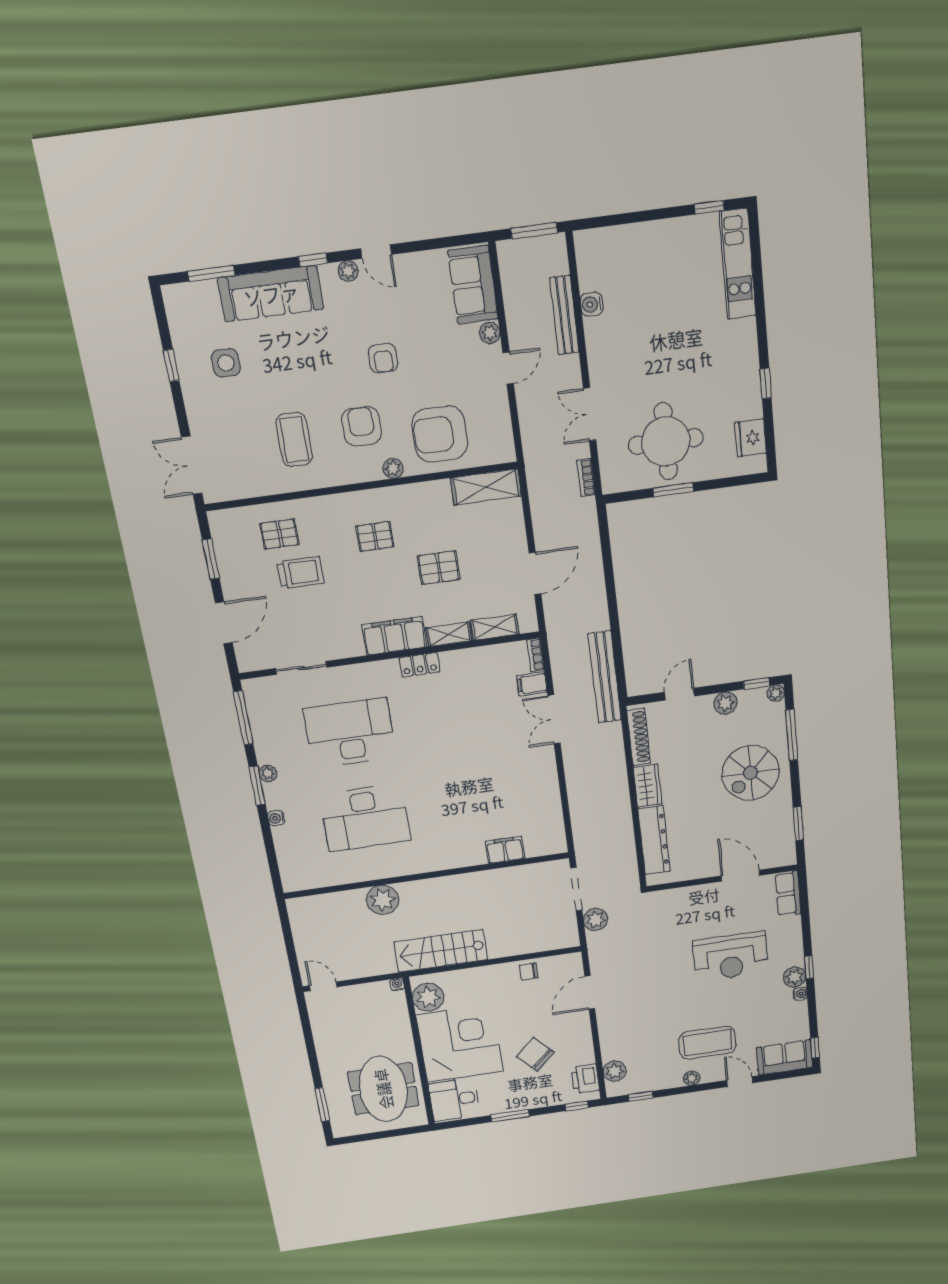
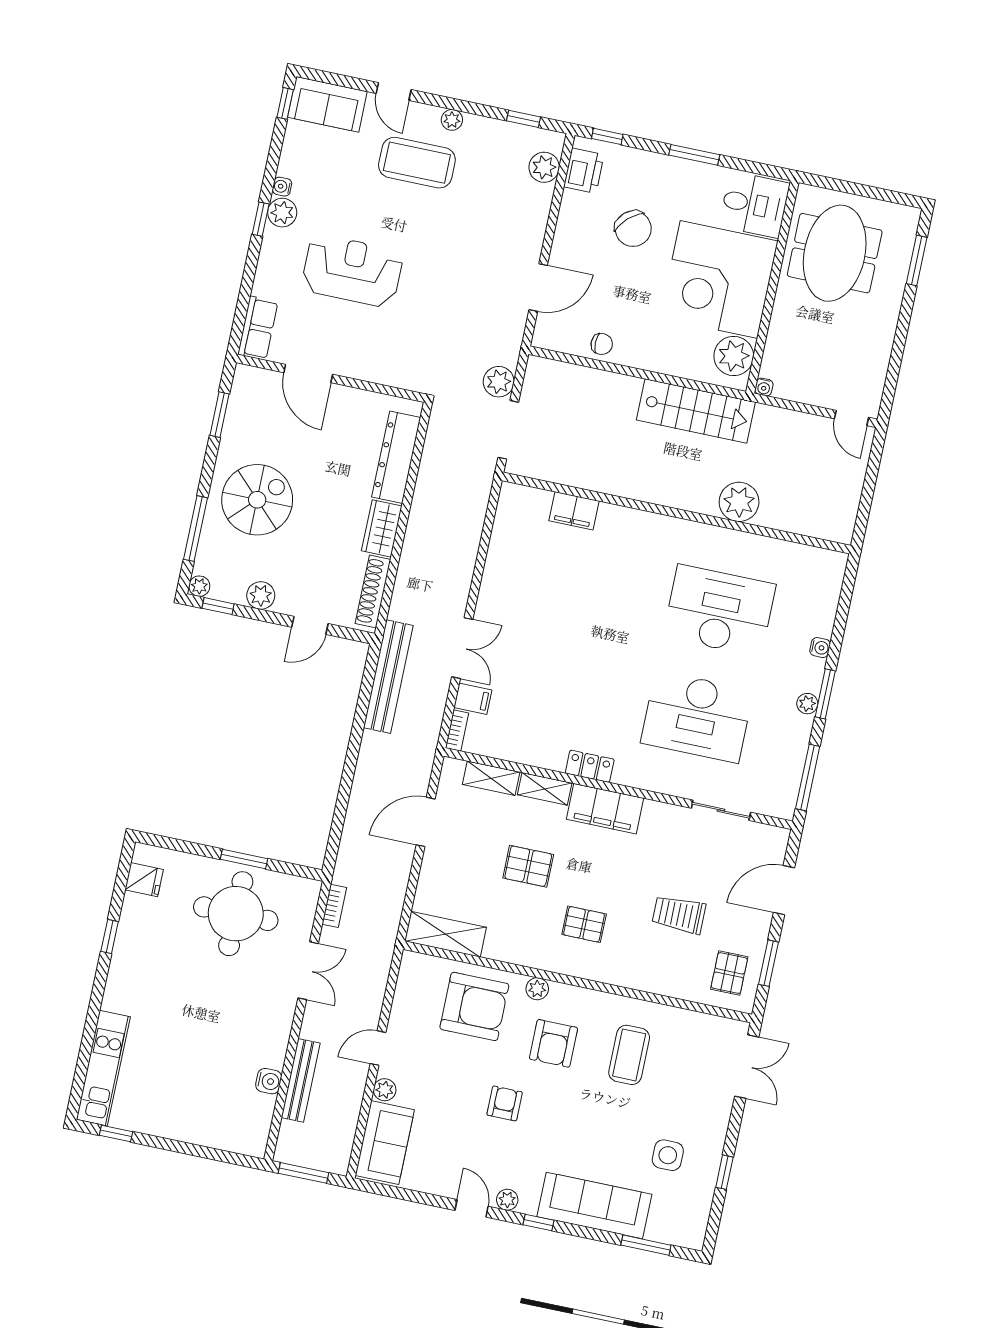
fridge: (750, 438) -> (144, 880), width x0.72
pallet: (280, 534) -> (729, 973), moved, turned 90

